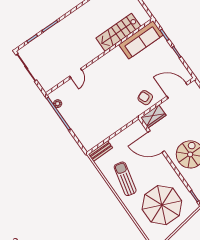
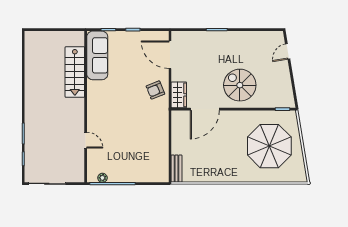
door: (177, 91) -> (170, 55), hinge flipped
sun lounger: (125, 179) -> (220, 164), removed

